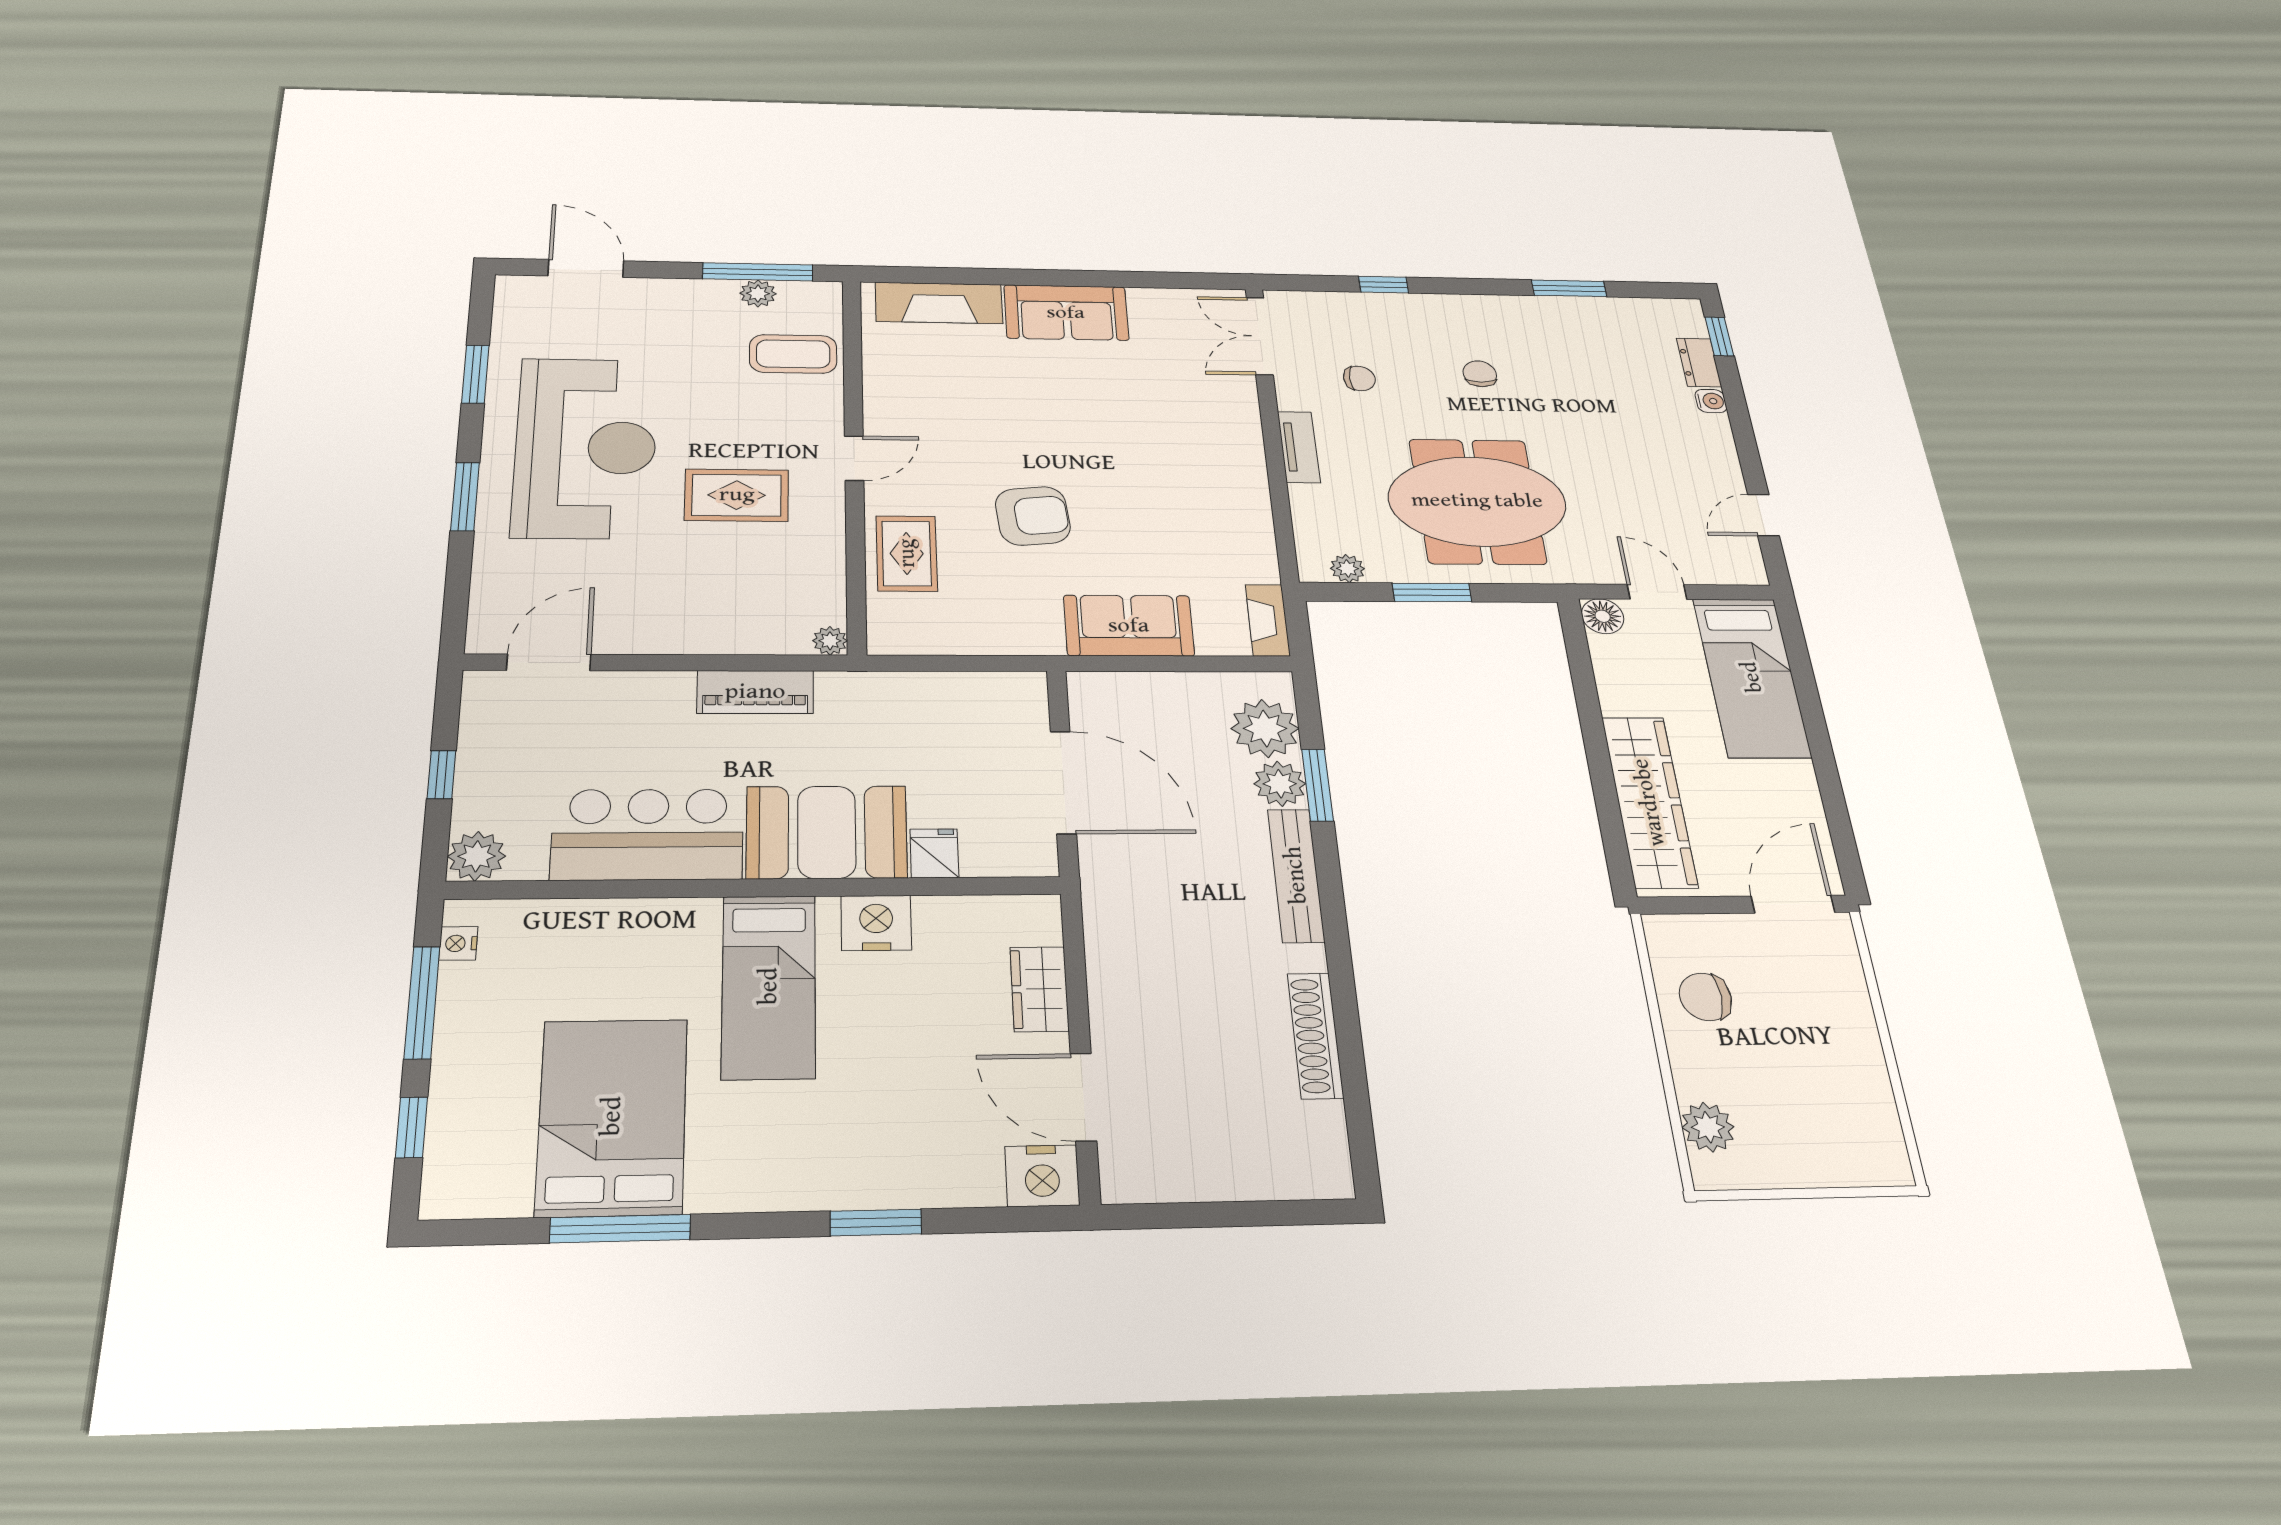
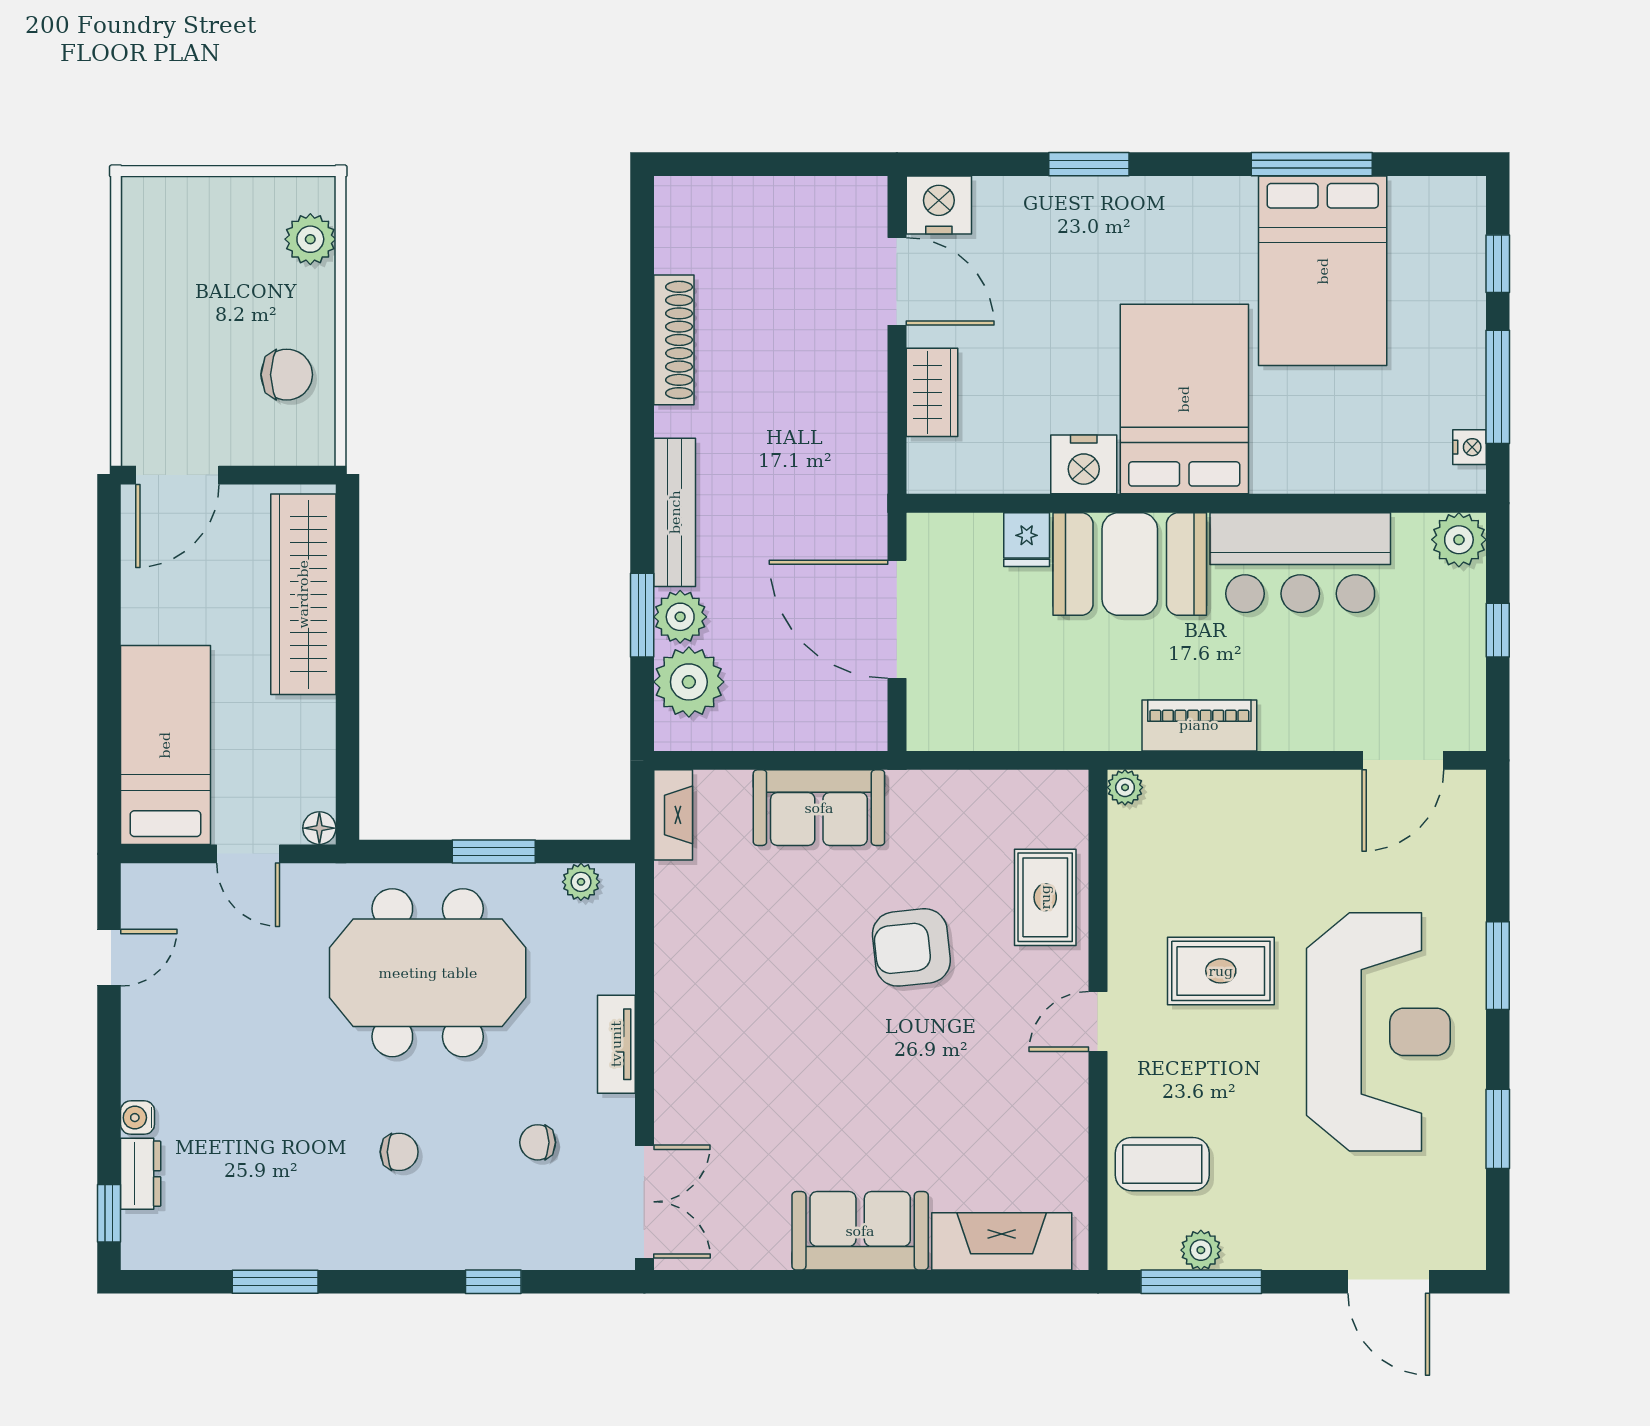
chair: (1480, 374) -> (399, 1152), turned -90
reception desk: (586, 447) -> (1378, 1032), turned 180
floor lamp: (1603, 616) -> (319, 828), width x0.73, depth x0.73
bed: (769, 986) -> (1184, 399), width x1.50

